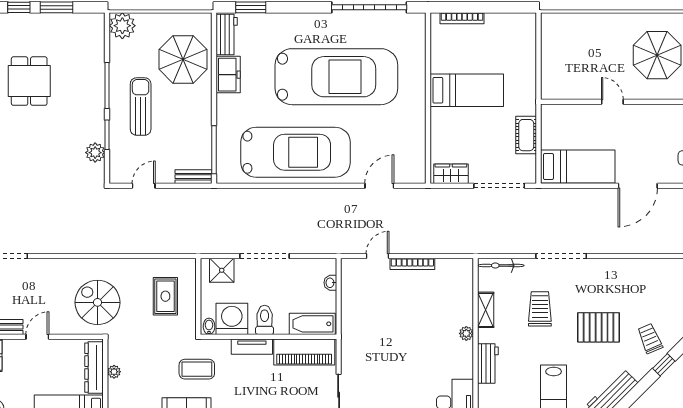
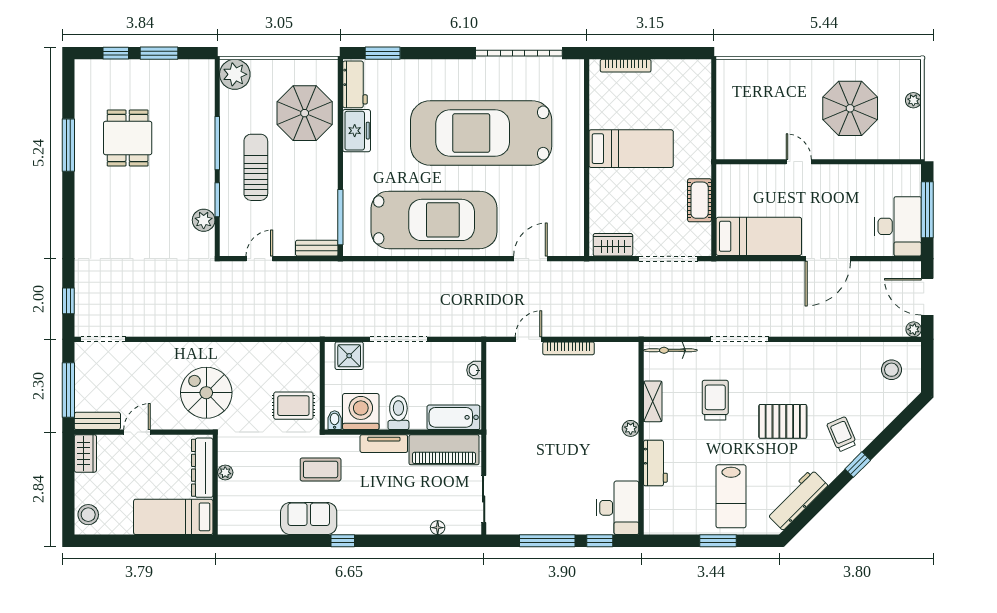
car: (336, 77) -> (481, 133), turned 180
rug: (165, 296) -> (293, 406), moved, turned 90

